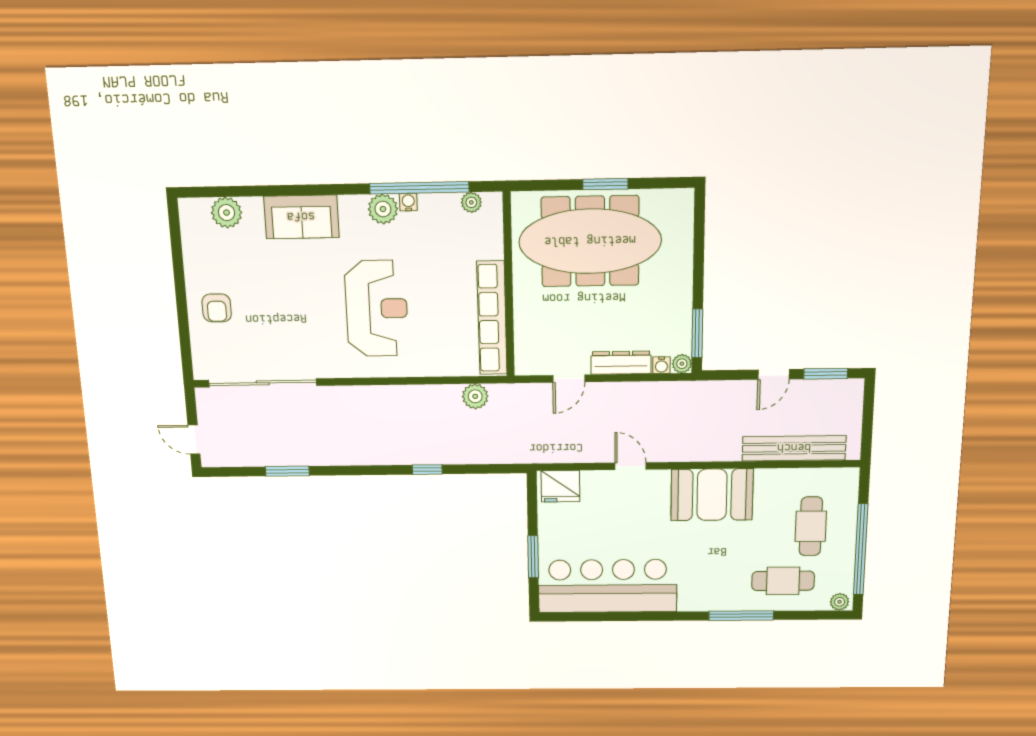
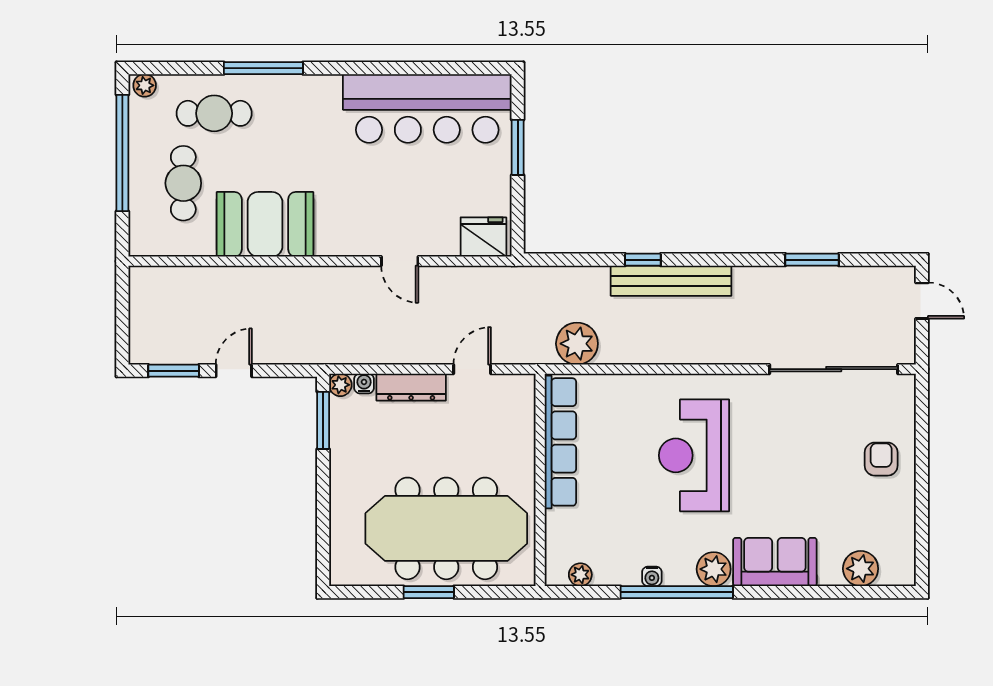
window: (419, 188) -> (677, 592), moved
plant: (383, 209) -> (714, 569), moved
plant: (475, 396) -> (577, 344), width x1.36, depth x1.36
bench: (794, 448) -> (671, 281), moved
booth: (712, 495) -> (265, 224), moved

